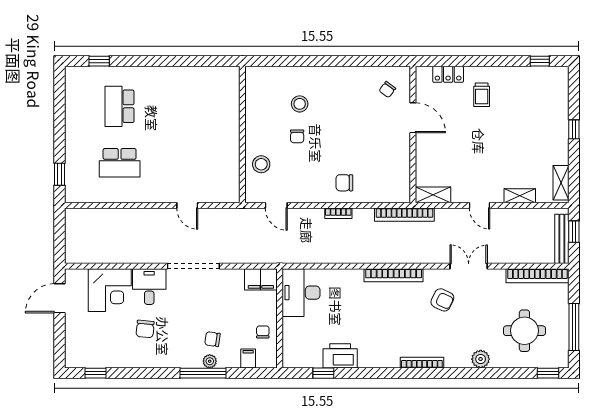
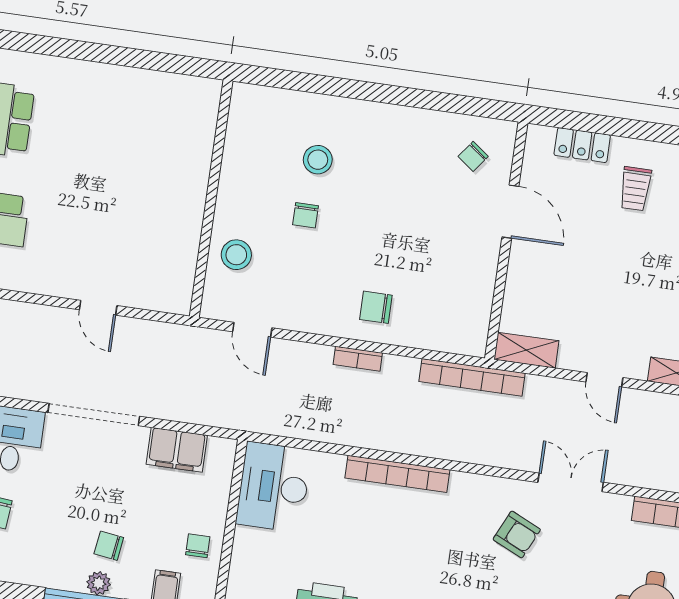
bookcase: (394, 275) -> (397, 474), moved
filing cabinet: (261, 279) -> (177, 450), moved

